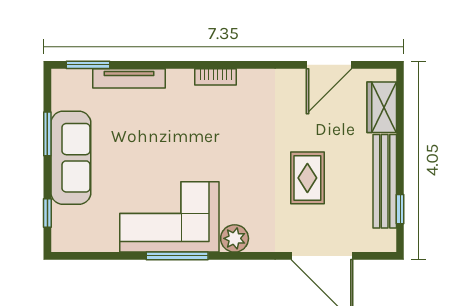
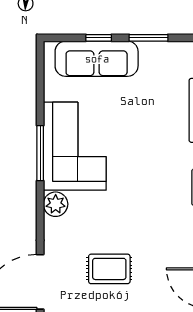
sofa: (71, 158) -> (97, 59), moved
window: (47, 213) -> (99, 38), moved

